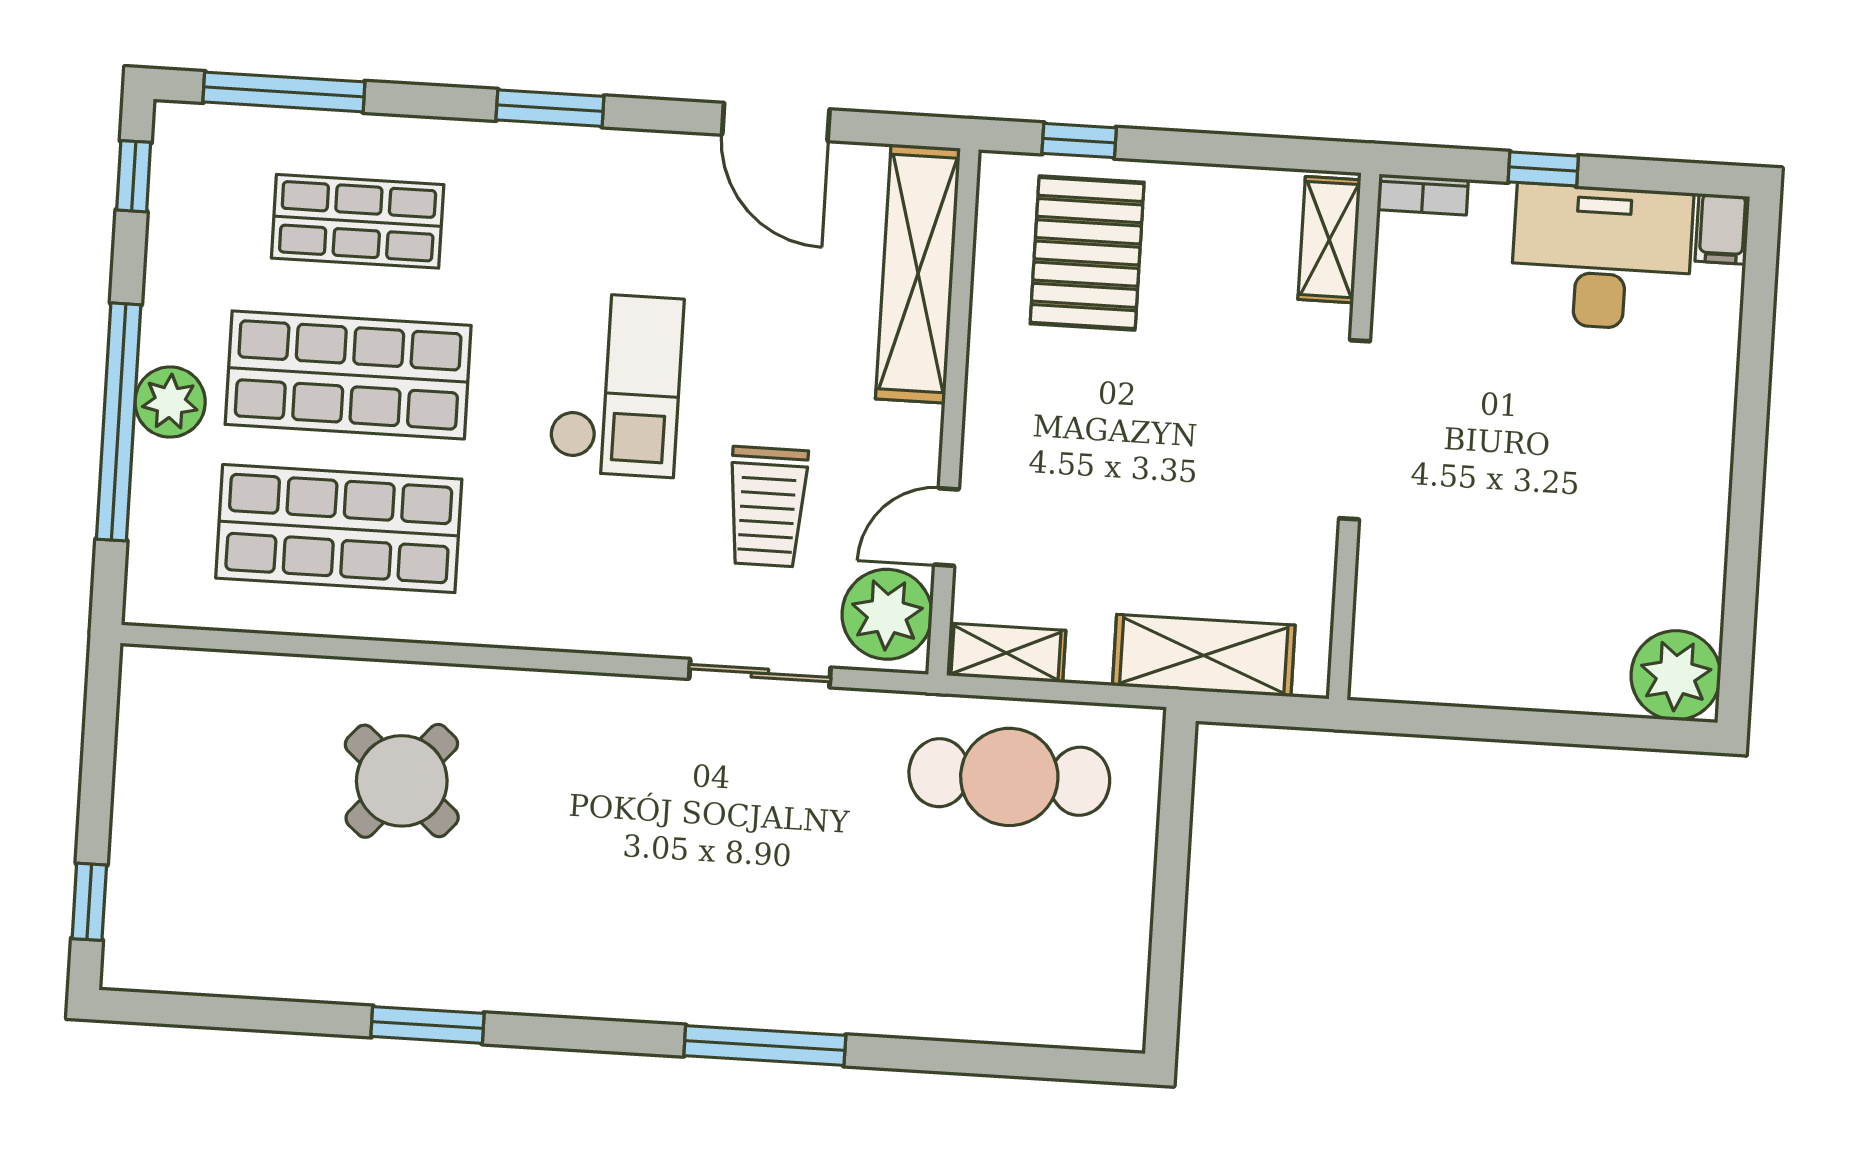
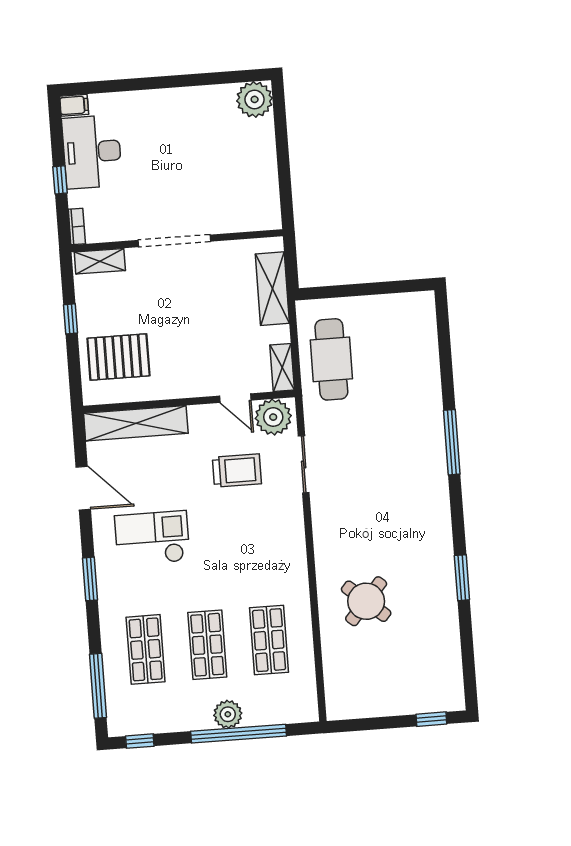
door: (776, 122) -> (83, 488), hinge flipped
window: (1079, 141) -> (70, 319), moved
shop shelf: (348, 375) -> (207, 645), width x0.70, depth x0.74
checkout: (616, 385) -> (152, 538), moved
shop shelf: (339, 529) -> (269, 640), width x0.70, depth x0.74

